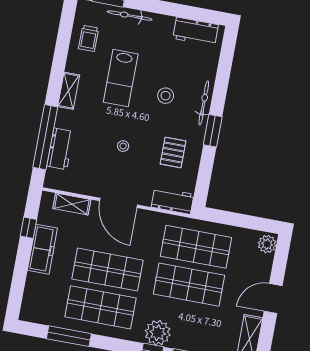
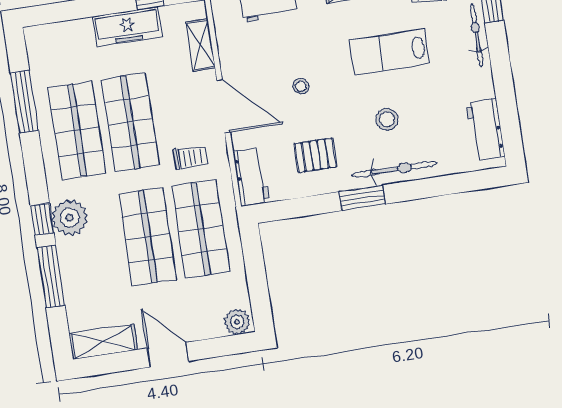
bicycle: (204, 103) -> (394, 169), width x1.37, depth x1.40
door: (118, 203) -> (223, 106), swing flipped
trolley: (145, 237) -> (191, 158), added

